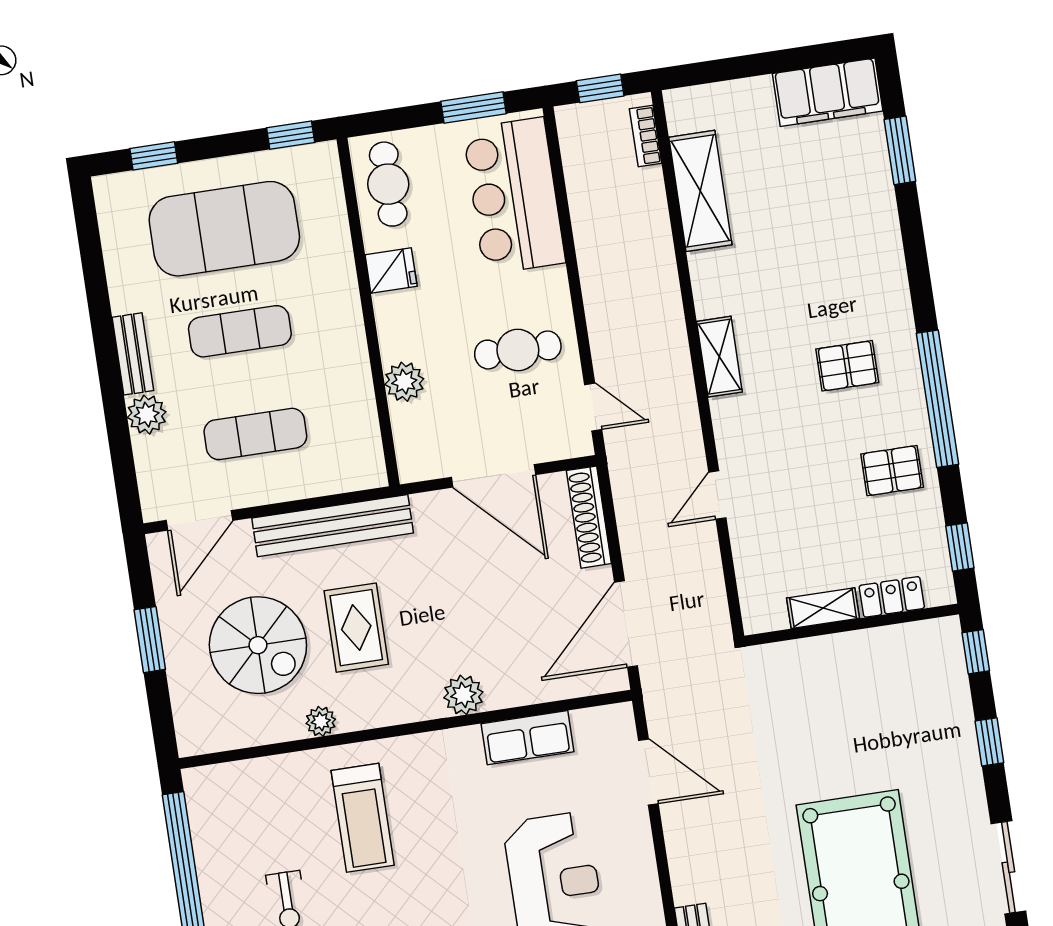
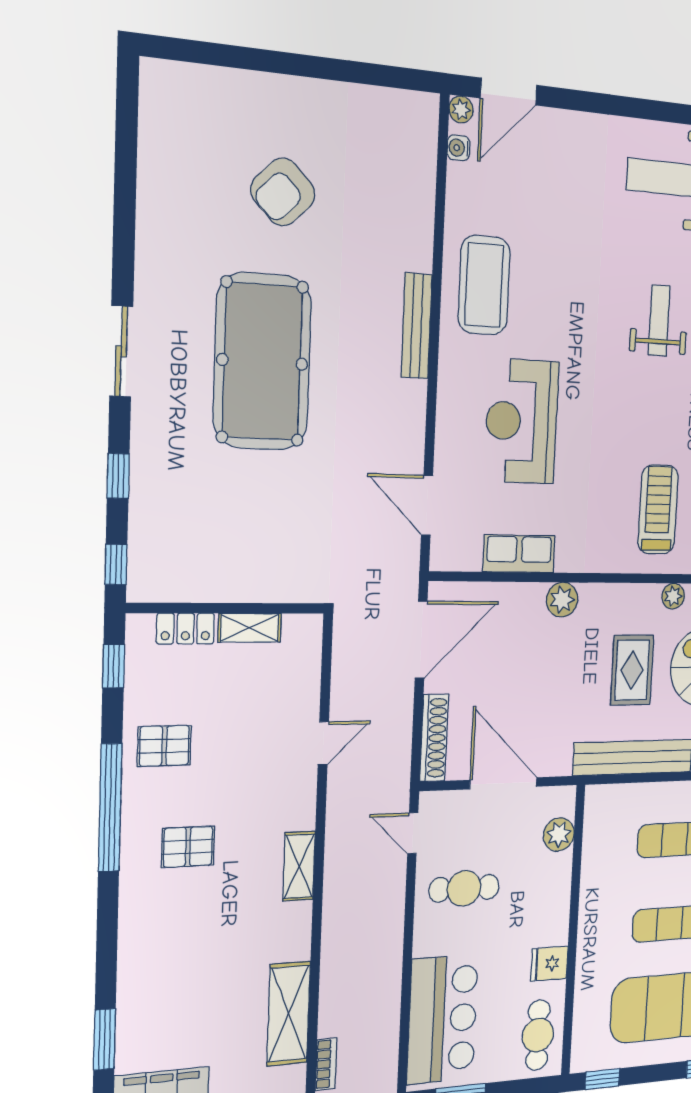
plant: (404, 382) -> (559, 834), moved

